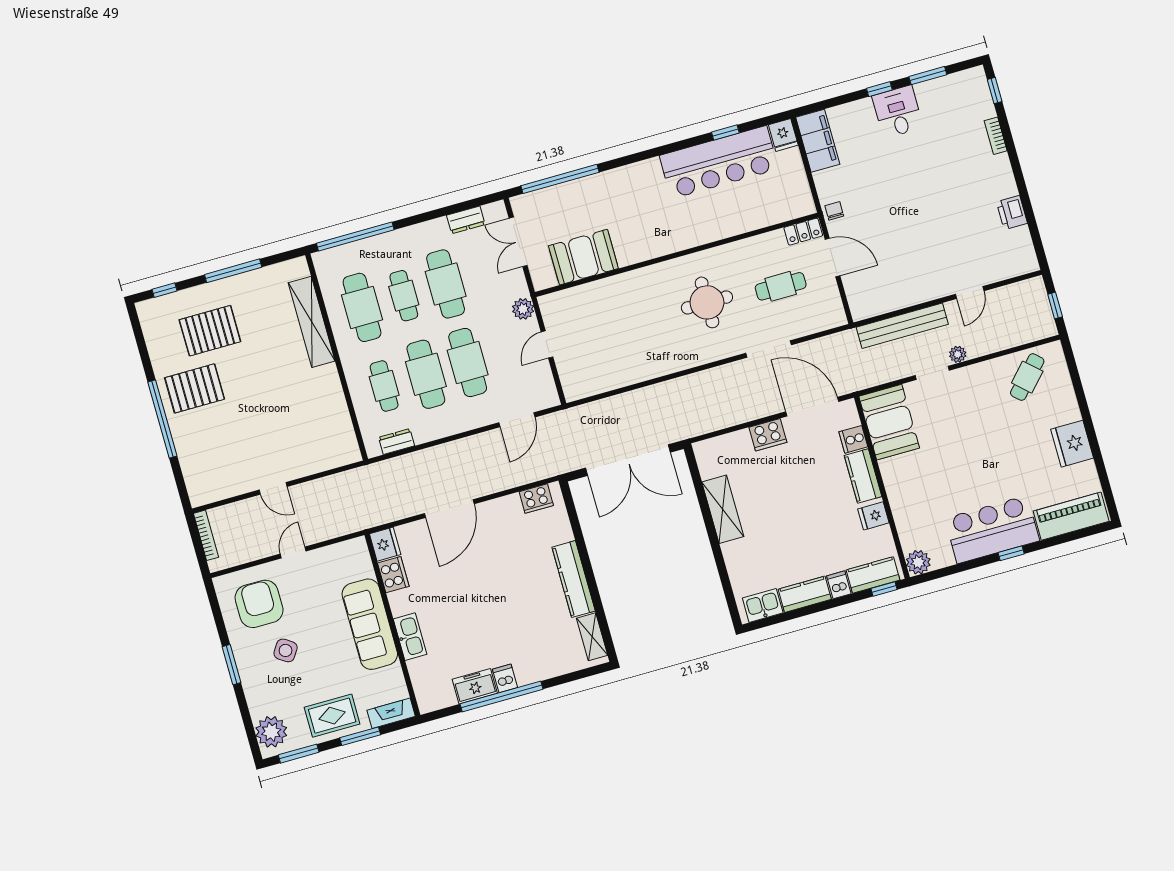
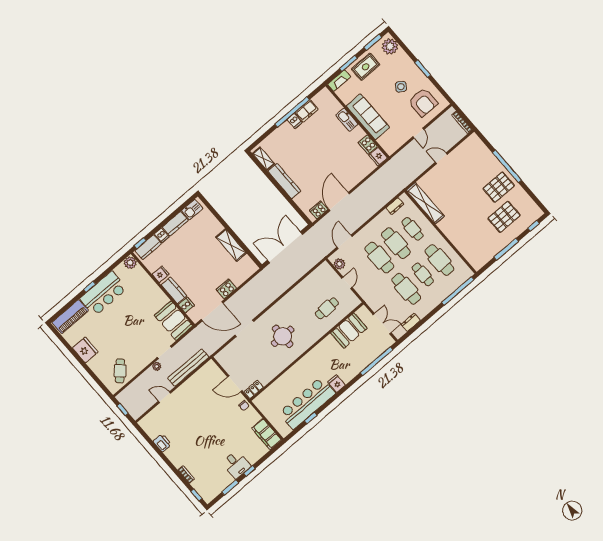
fridge: (783, 135) -> (337, 384), moved
cafe table: (781, 286) -> (327, 308), moved
door: (970, 293) -> (164, 397), hinge flipped
plant: (523, 309) -> (339, 264), moved
shelving: (312, 322) -> (425, 203), moved
door: (449, 509) -> (339, 201), moved

